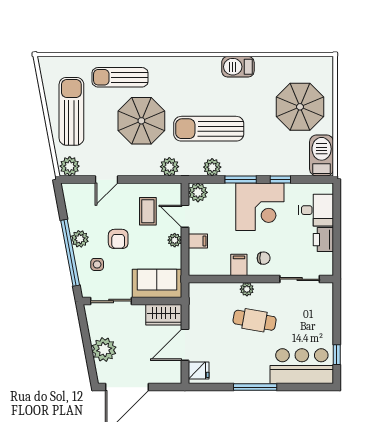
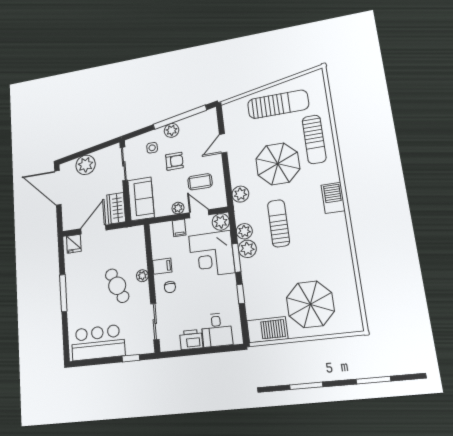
barbecue: (238, 67) -> (333, 198), moved
sun lounger: (120, 77) -> (314, 139), turned 180
sun lounger: (209, 129) -> (278, 223), width x0.73, depth x0.75
plant: (70, 166) -> (247, 249), moved
door: (107, 179) -> (223, 143), hinge flipped
corner desk: (260, 207) -> (212, 254), moved
door: (185, 216) -> (199, 214), hinge flipped
armchair: (118, 239) -> (174, 161), turned 180
window: (70, 253) -> (180, 117), moved
cafe table: (255, 320) -> (117, 286), turned -34
door: (185, 345) -> (93, 229), hinge flipped
window: (337, 355) -> (131, 358), moved
bar counter: (302, 366) -> (98, 343), moved, turned -90

